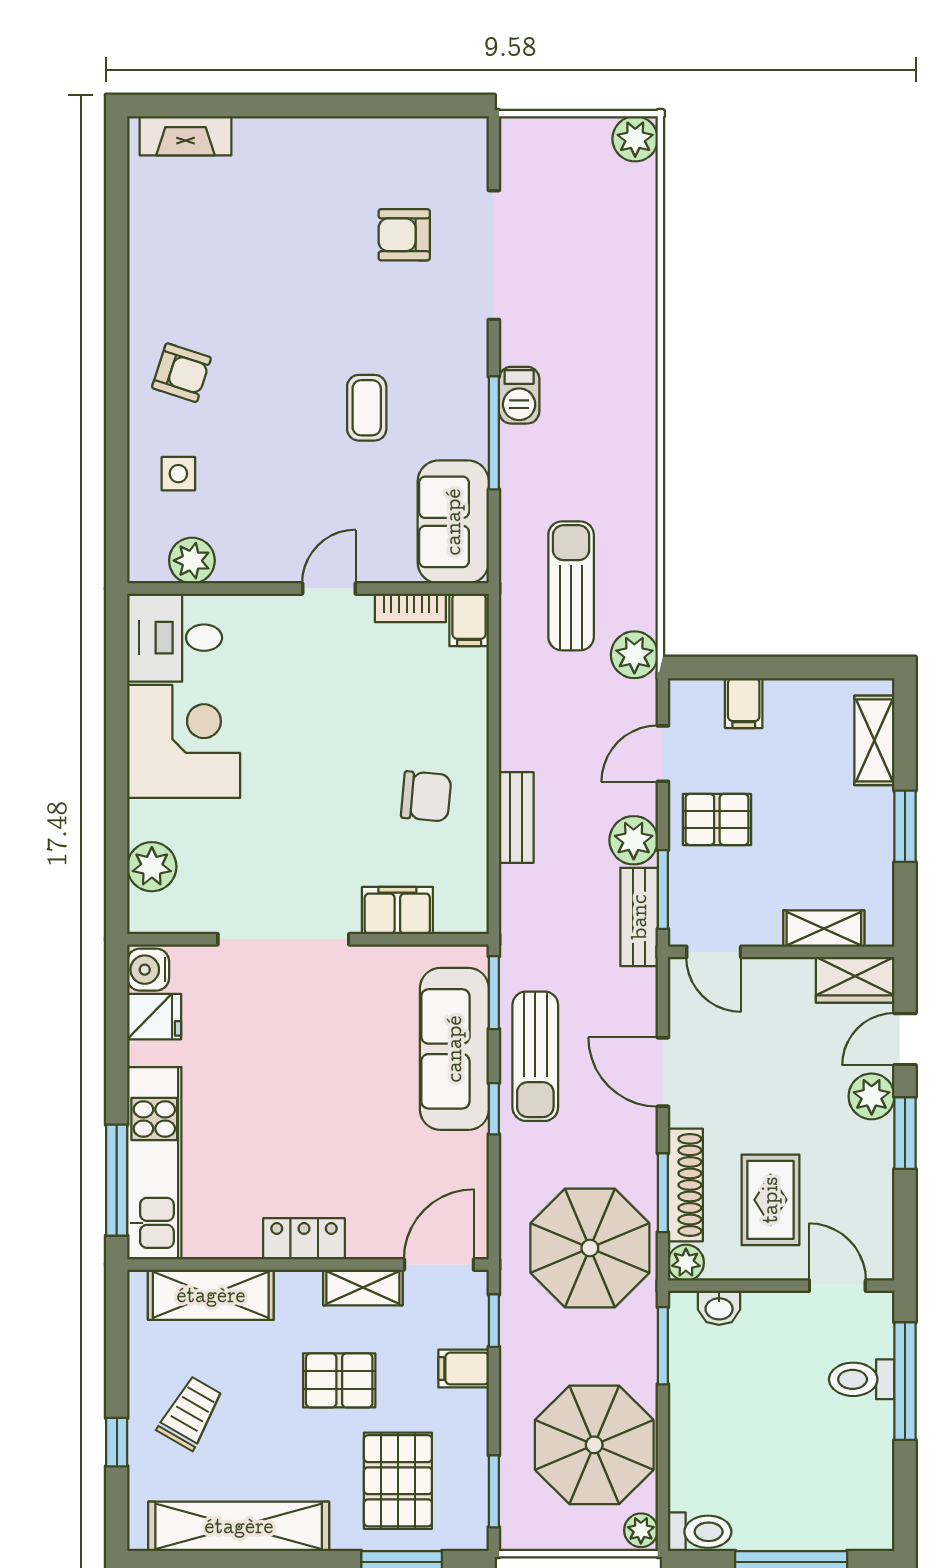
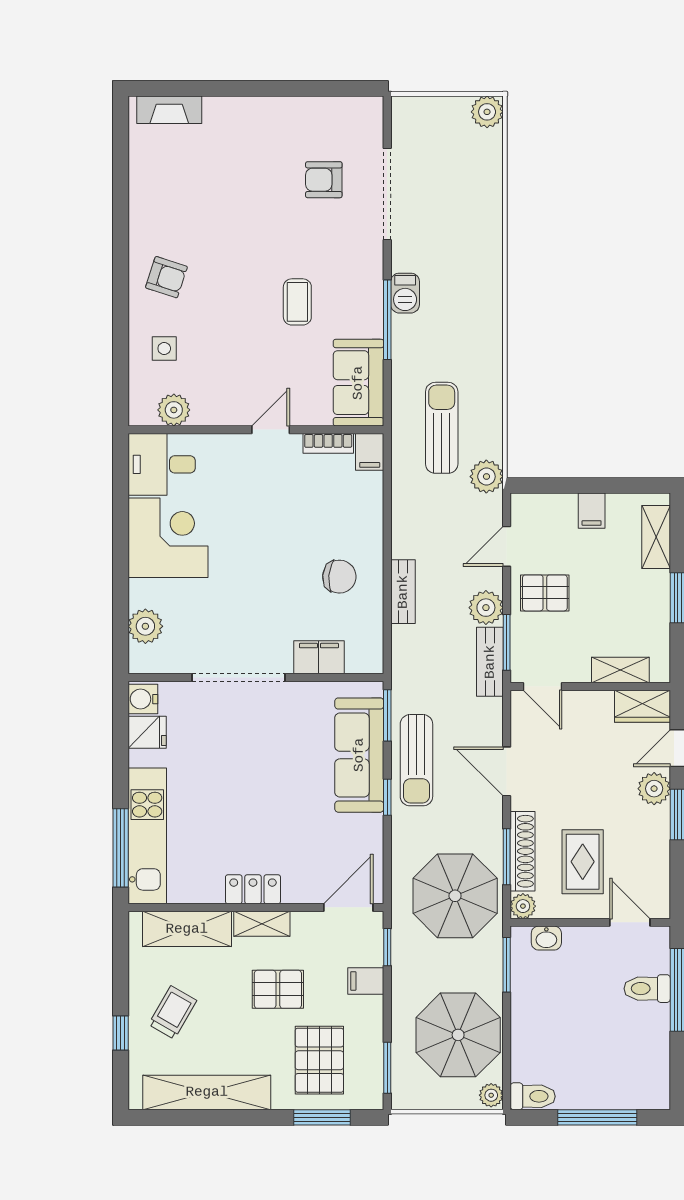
filing cabinet: (744, 703) -> (592, 511), moved
shelving: (363, 1287) -> (262, 924), moved

